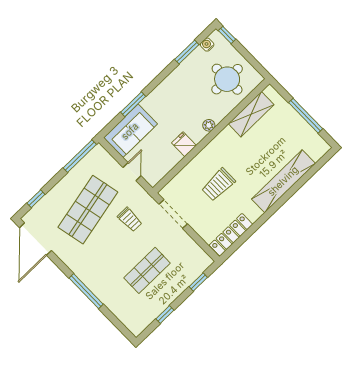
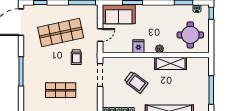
shelving: (251, 114) -> (171, 63), moved
trolley: (218, 185) -> (136, 82), turned -143

